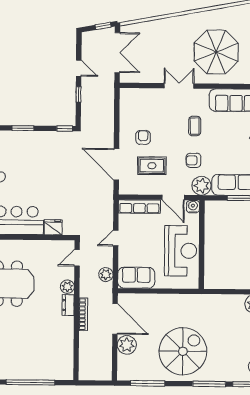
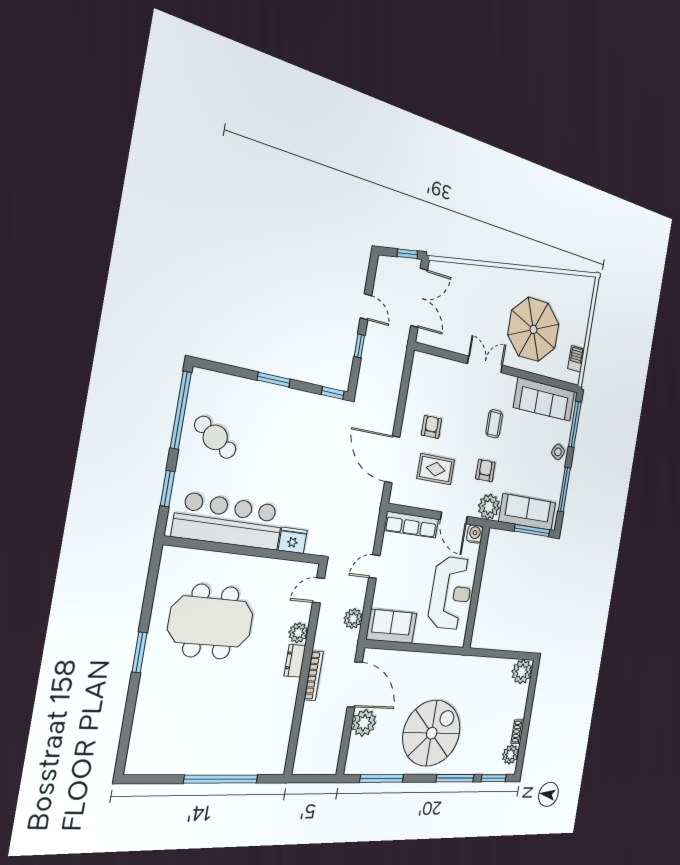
armchair: (193, 160) -> (485, 470), turned 90

